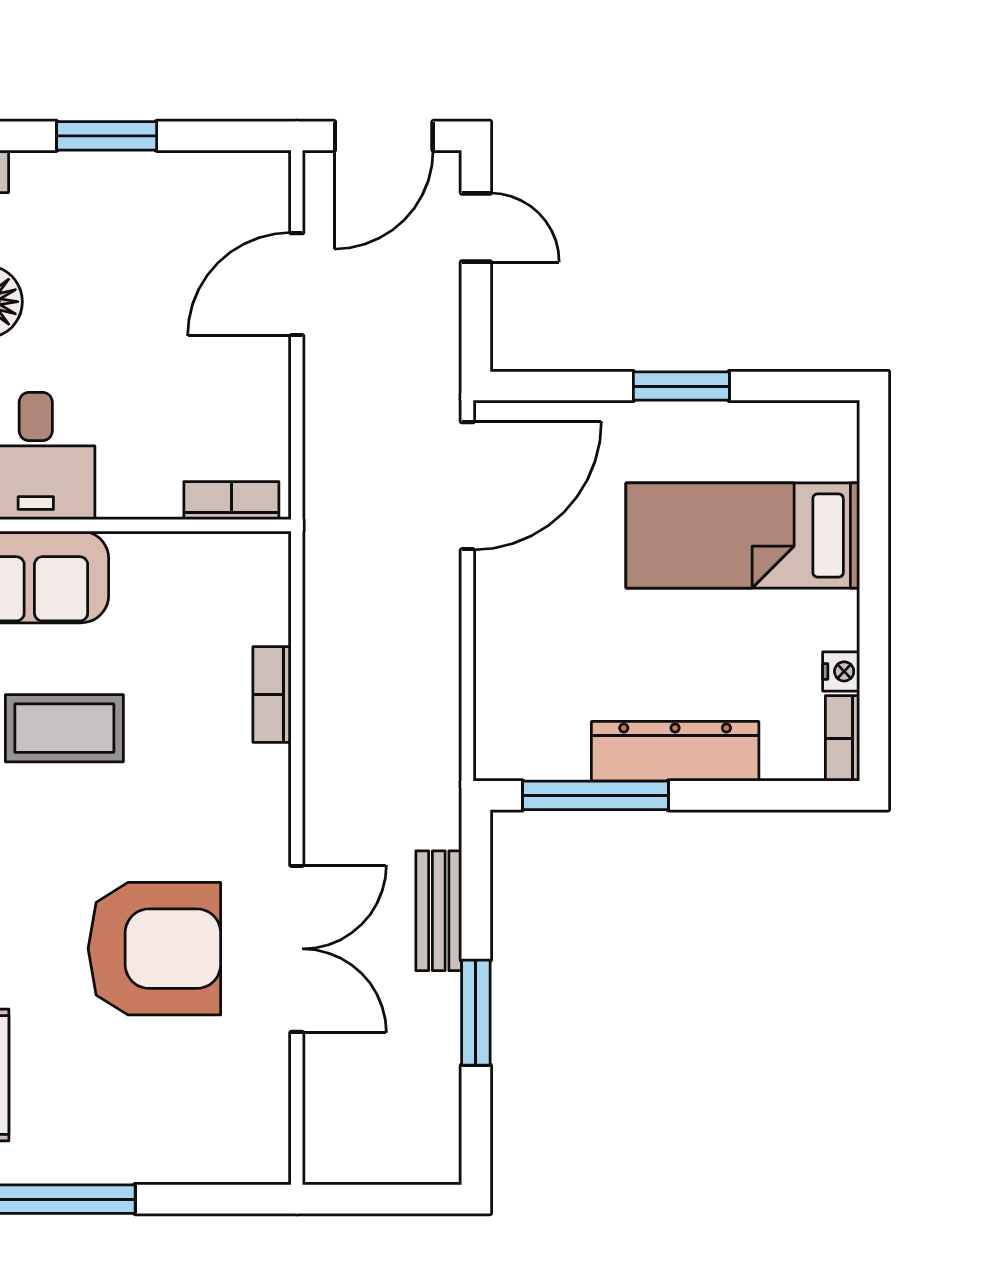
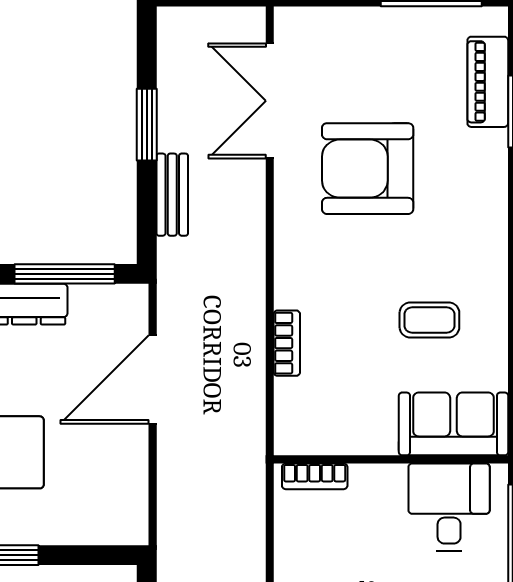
door: (467, 486) -> (153, 379), moved
coffee table: (64, 728) -> (429, 320), width x0.73, depth x0.77
double door: (297, 949) -> (270, 101), moved

